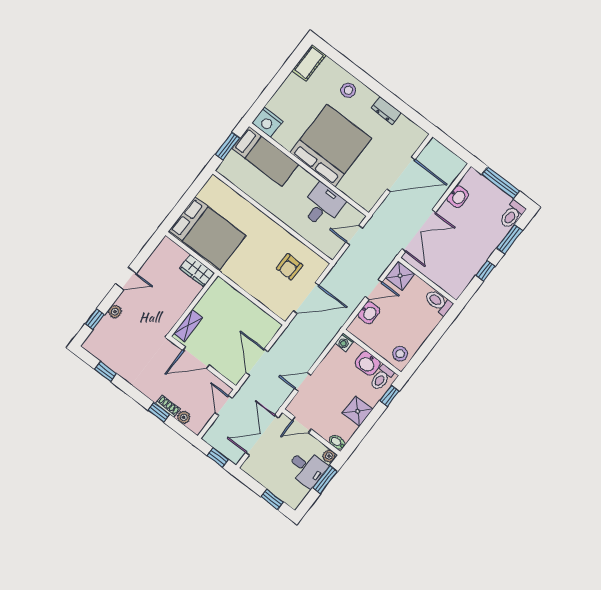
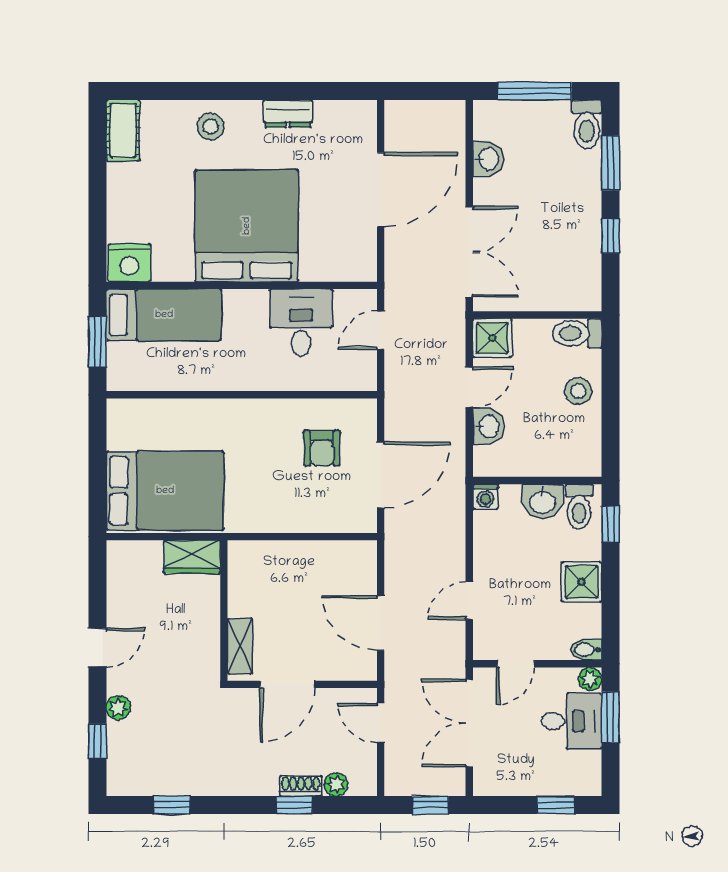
stool: (400, 354) -> (578, 391), moved

